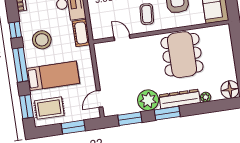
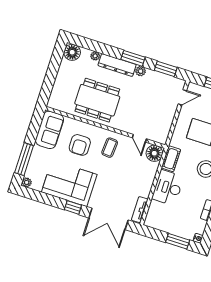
floor lamp: (100, 30) -> (154, 153), added
dining table: (182, 55) -> (97, 100), turned 90
plant: (148, 100) -> (141, 71), width x0.53, depth x0.53

